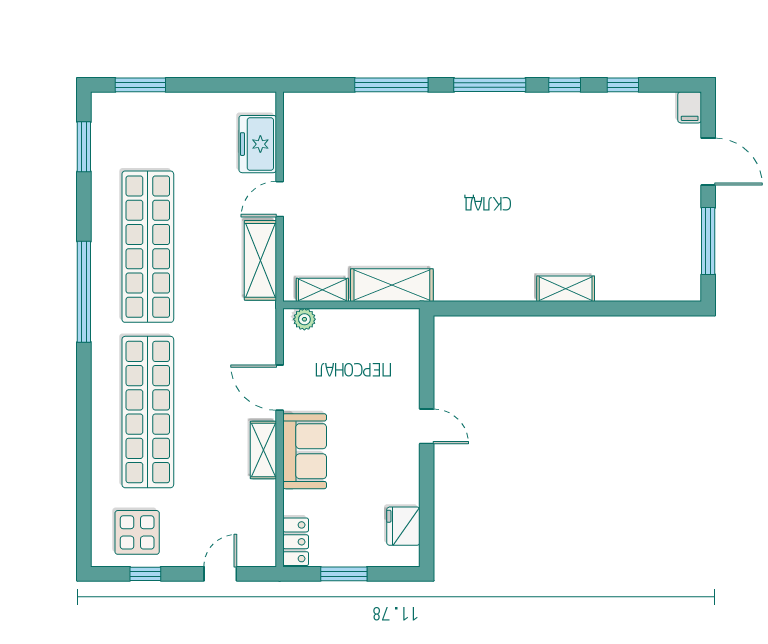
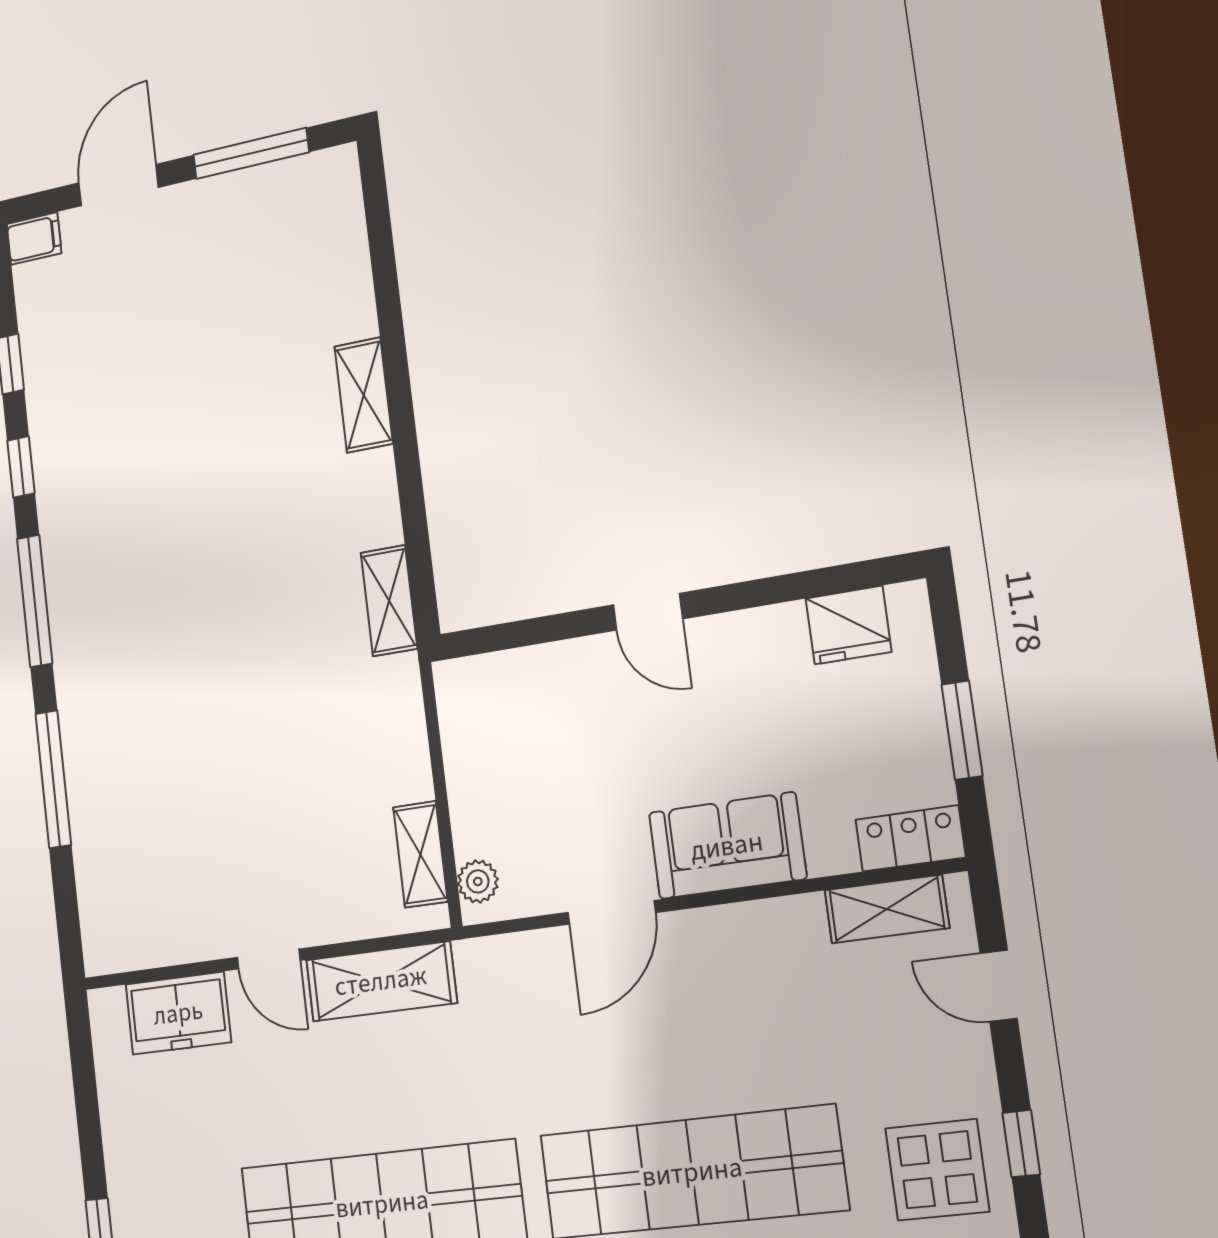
shelving: (392, 285) -> (389, 601), moved, width x0.67, depth x0.75
door: (427, 426) -> (648, 612), swing flipped
shelving: (263, 450) -> (887, 909), moved

